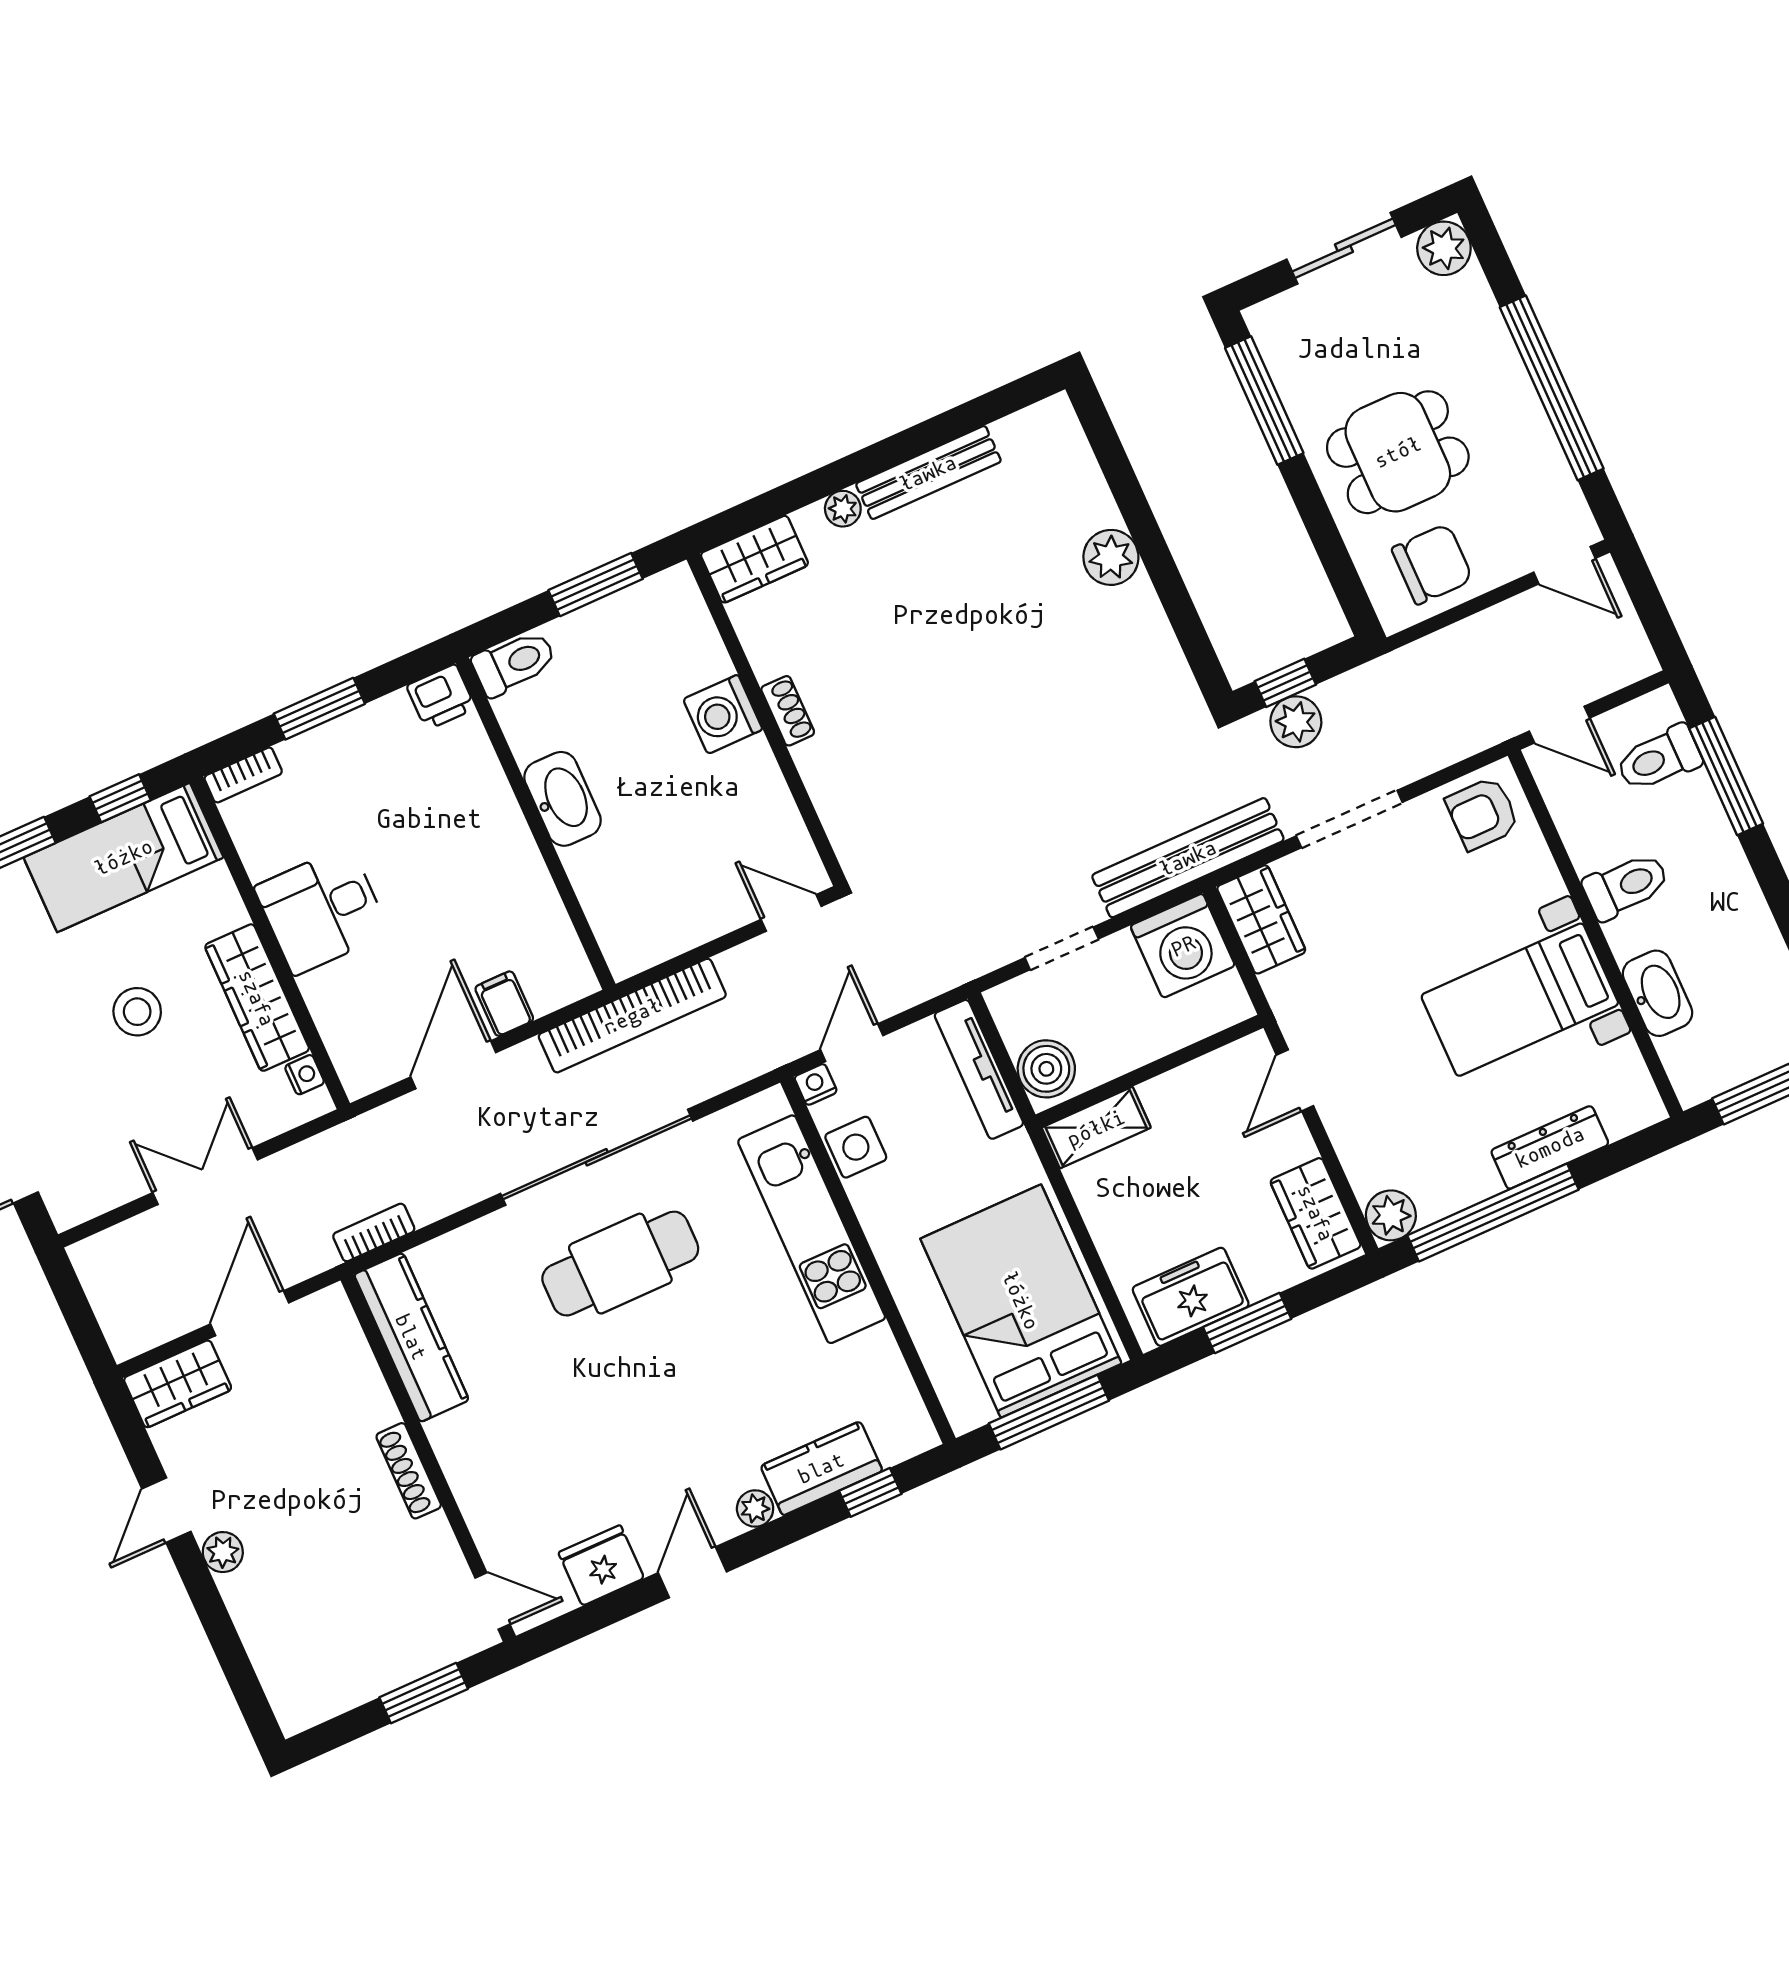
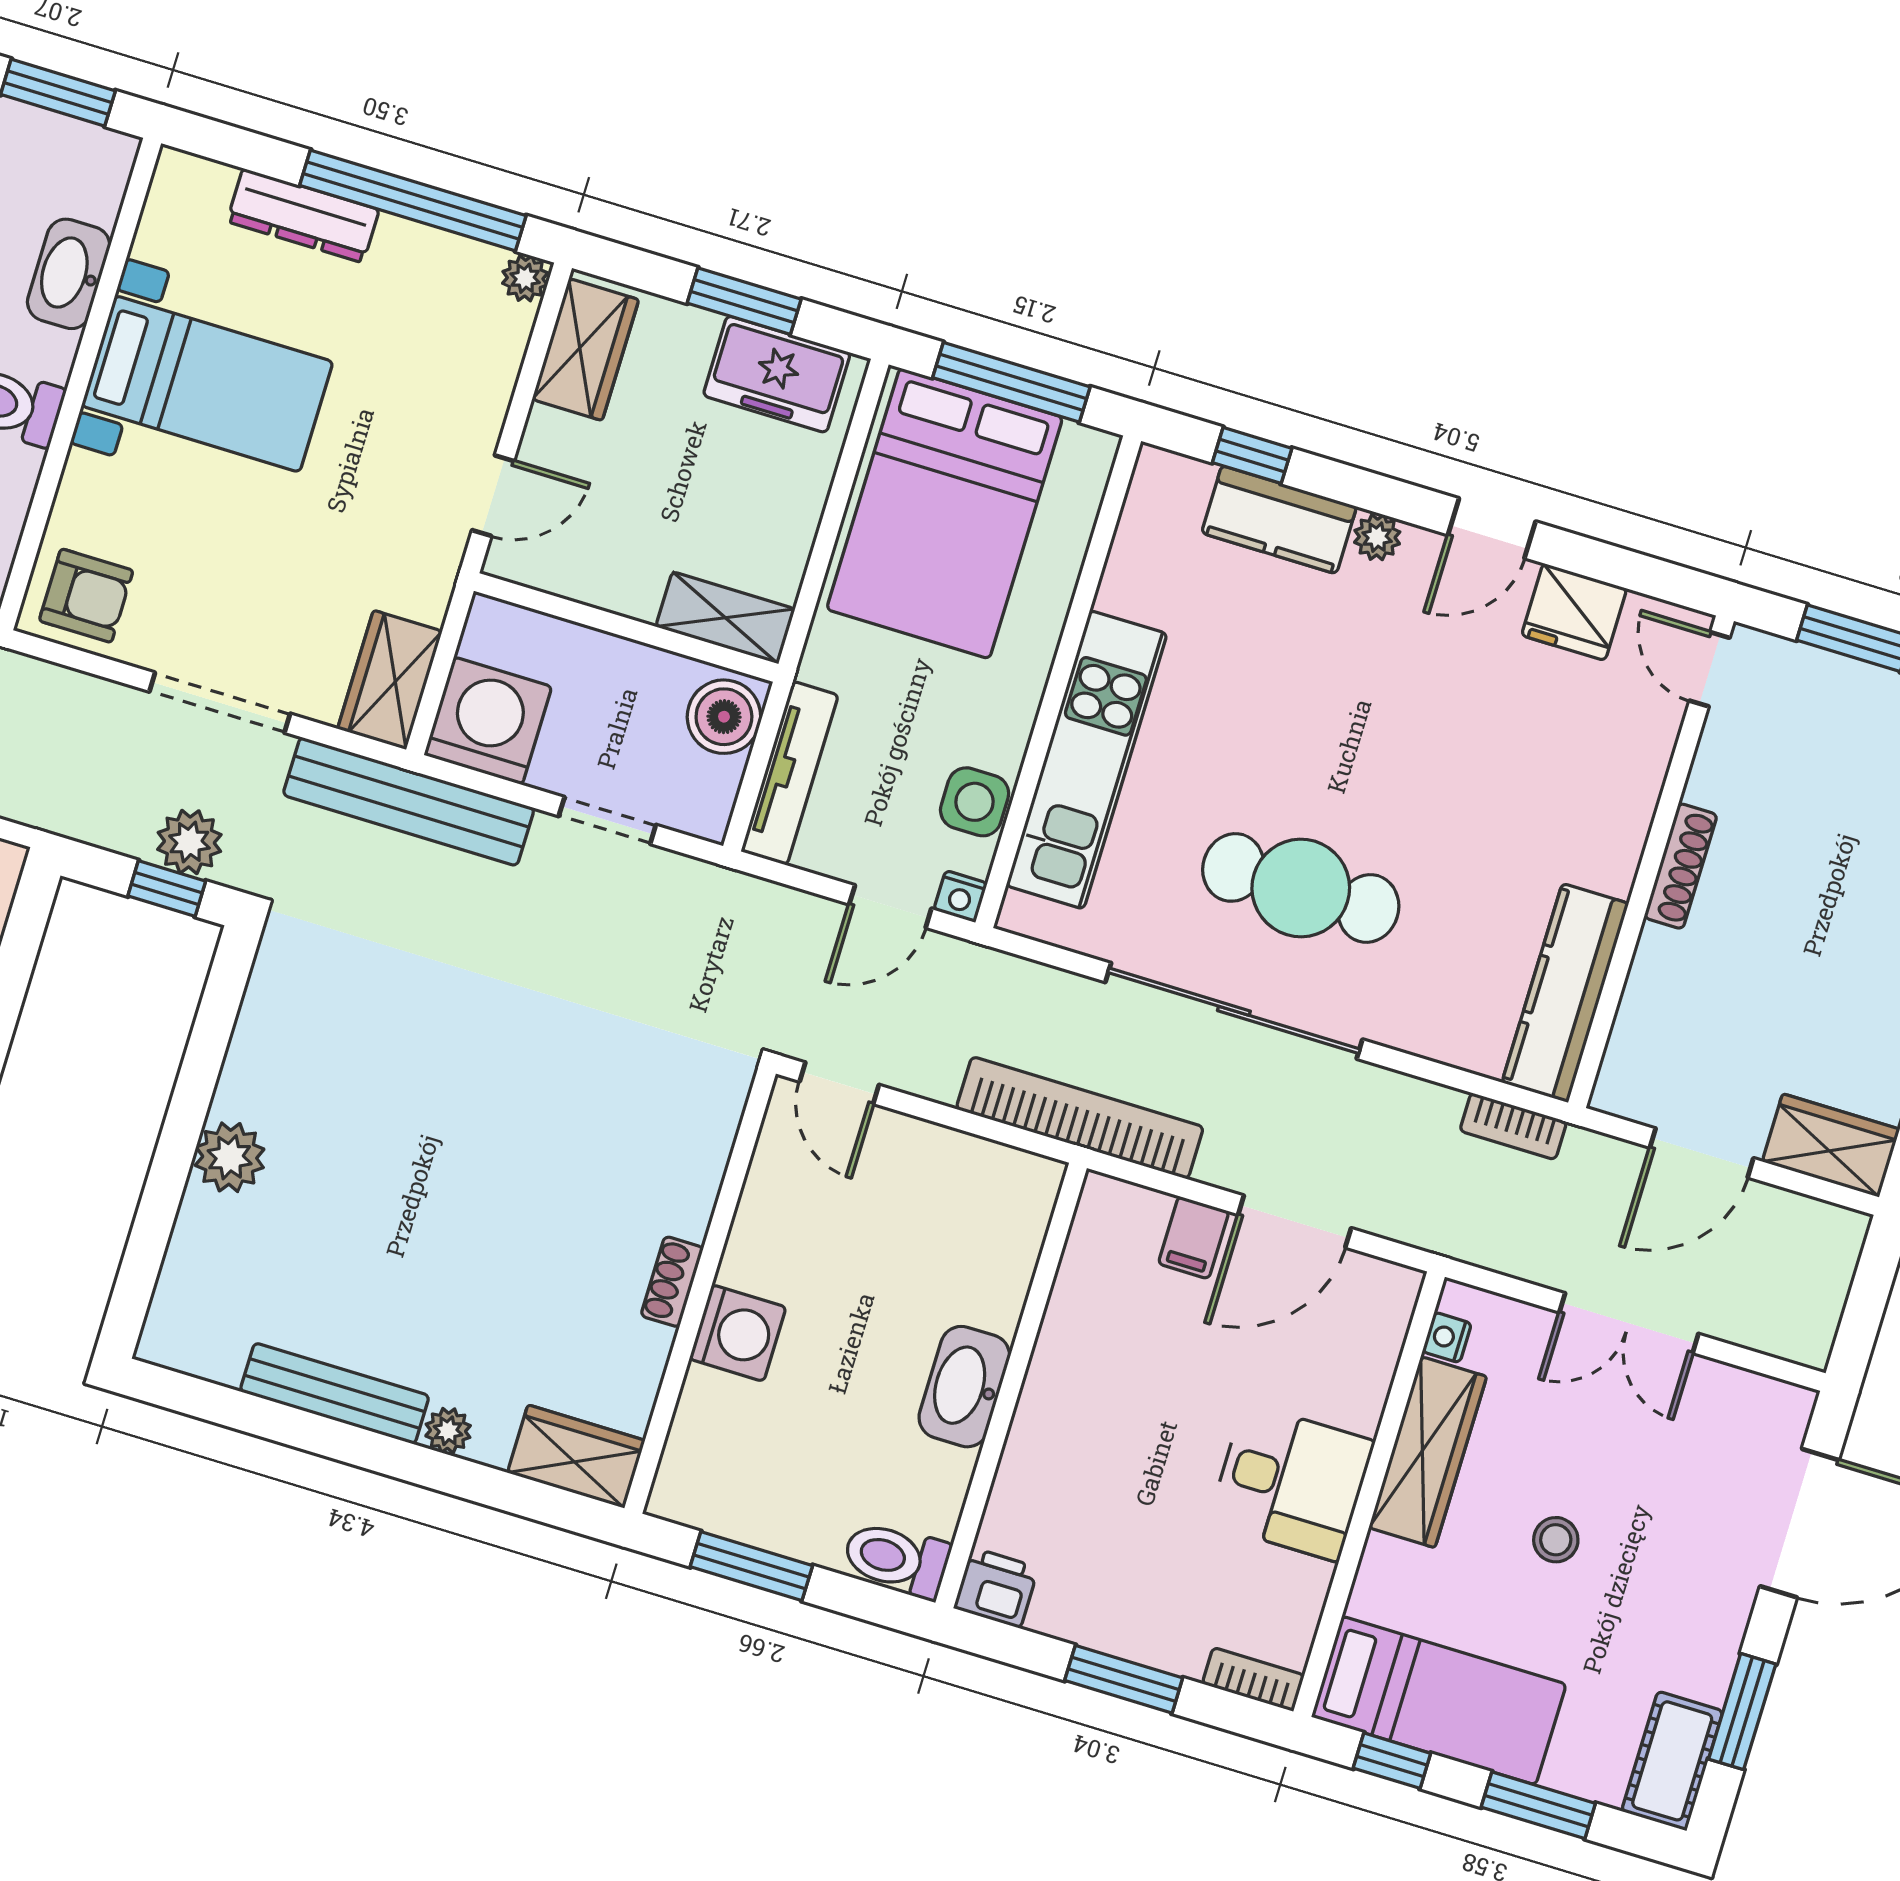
stool: (137, 1012) -> (1556, 1540), width x0.73, depth x0.73
plant: (1391, 1215) -> (525, 278), width x0.73, depth x0.73

